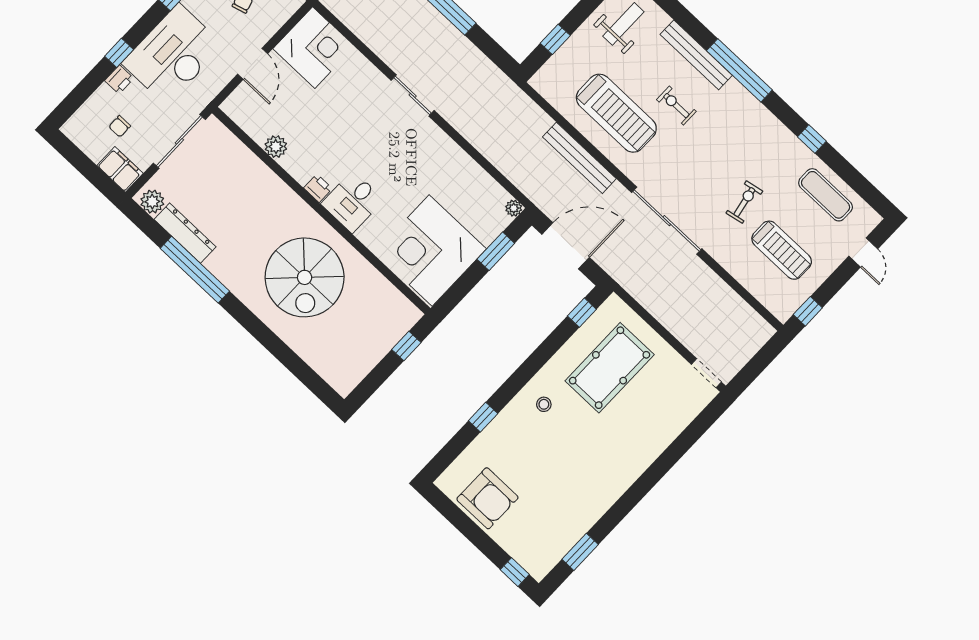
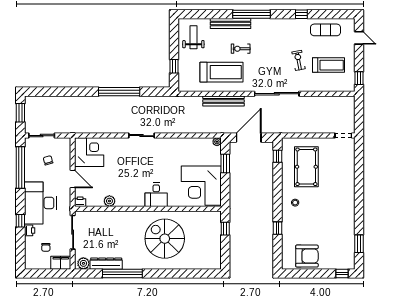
printer: (318, 188) -> (80, 202), moved
spiral stairs: (305, 277) -> (165, 239), turned 180

